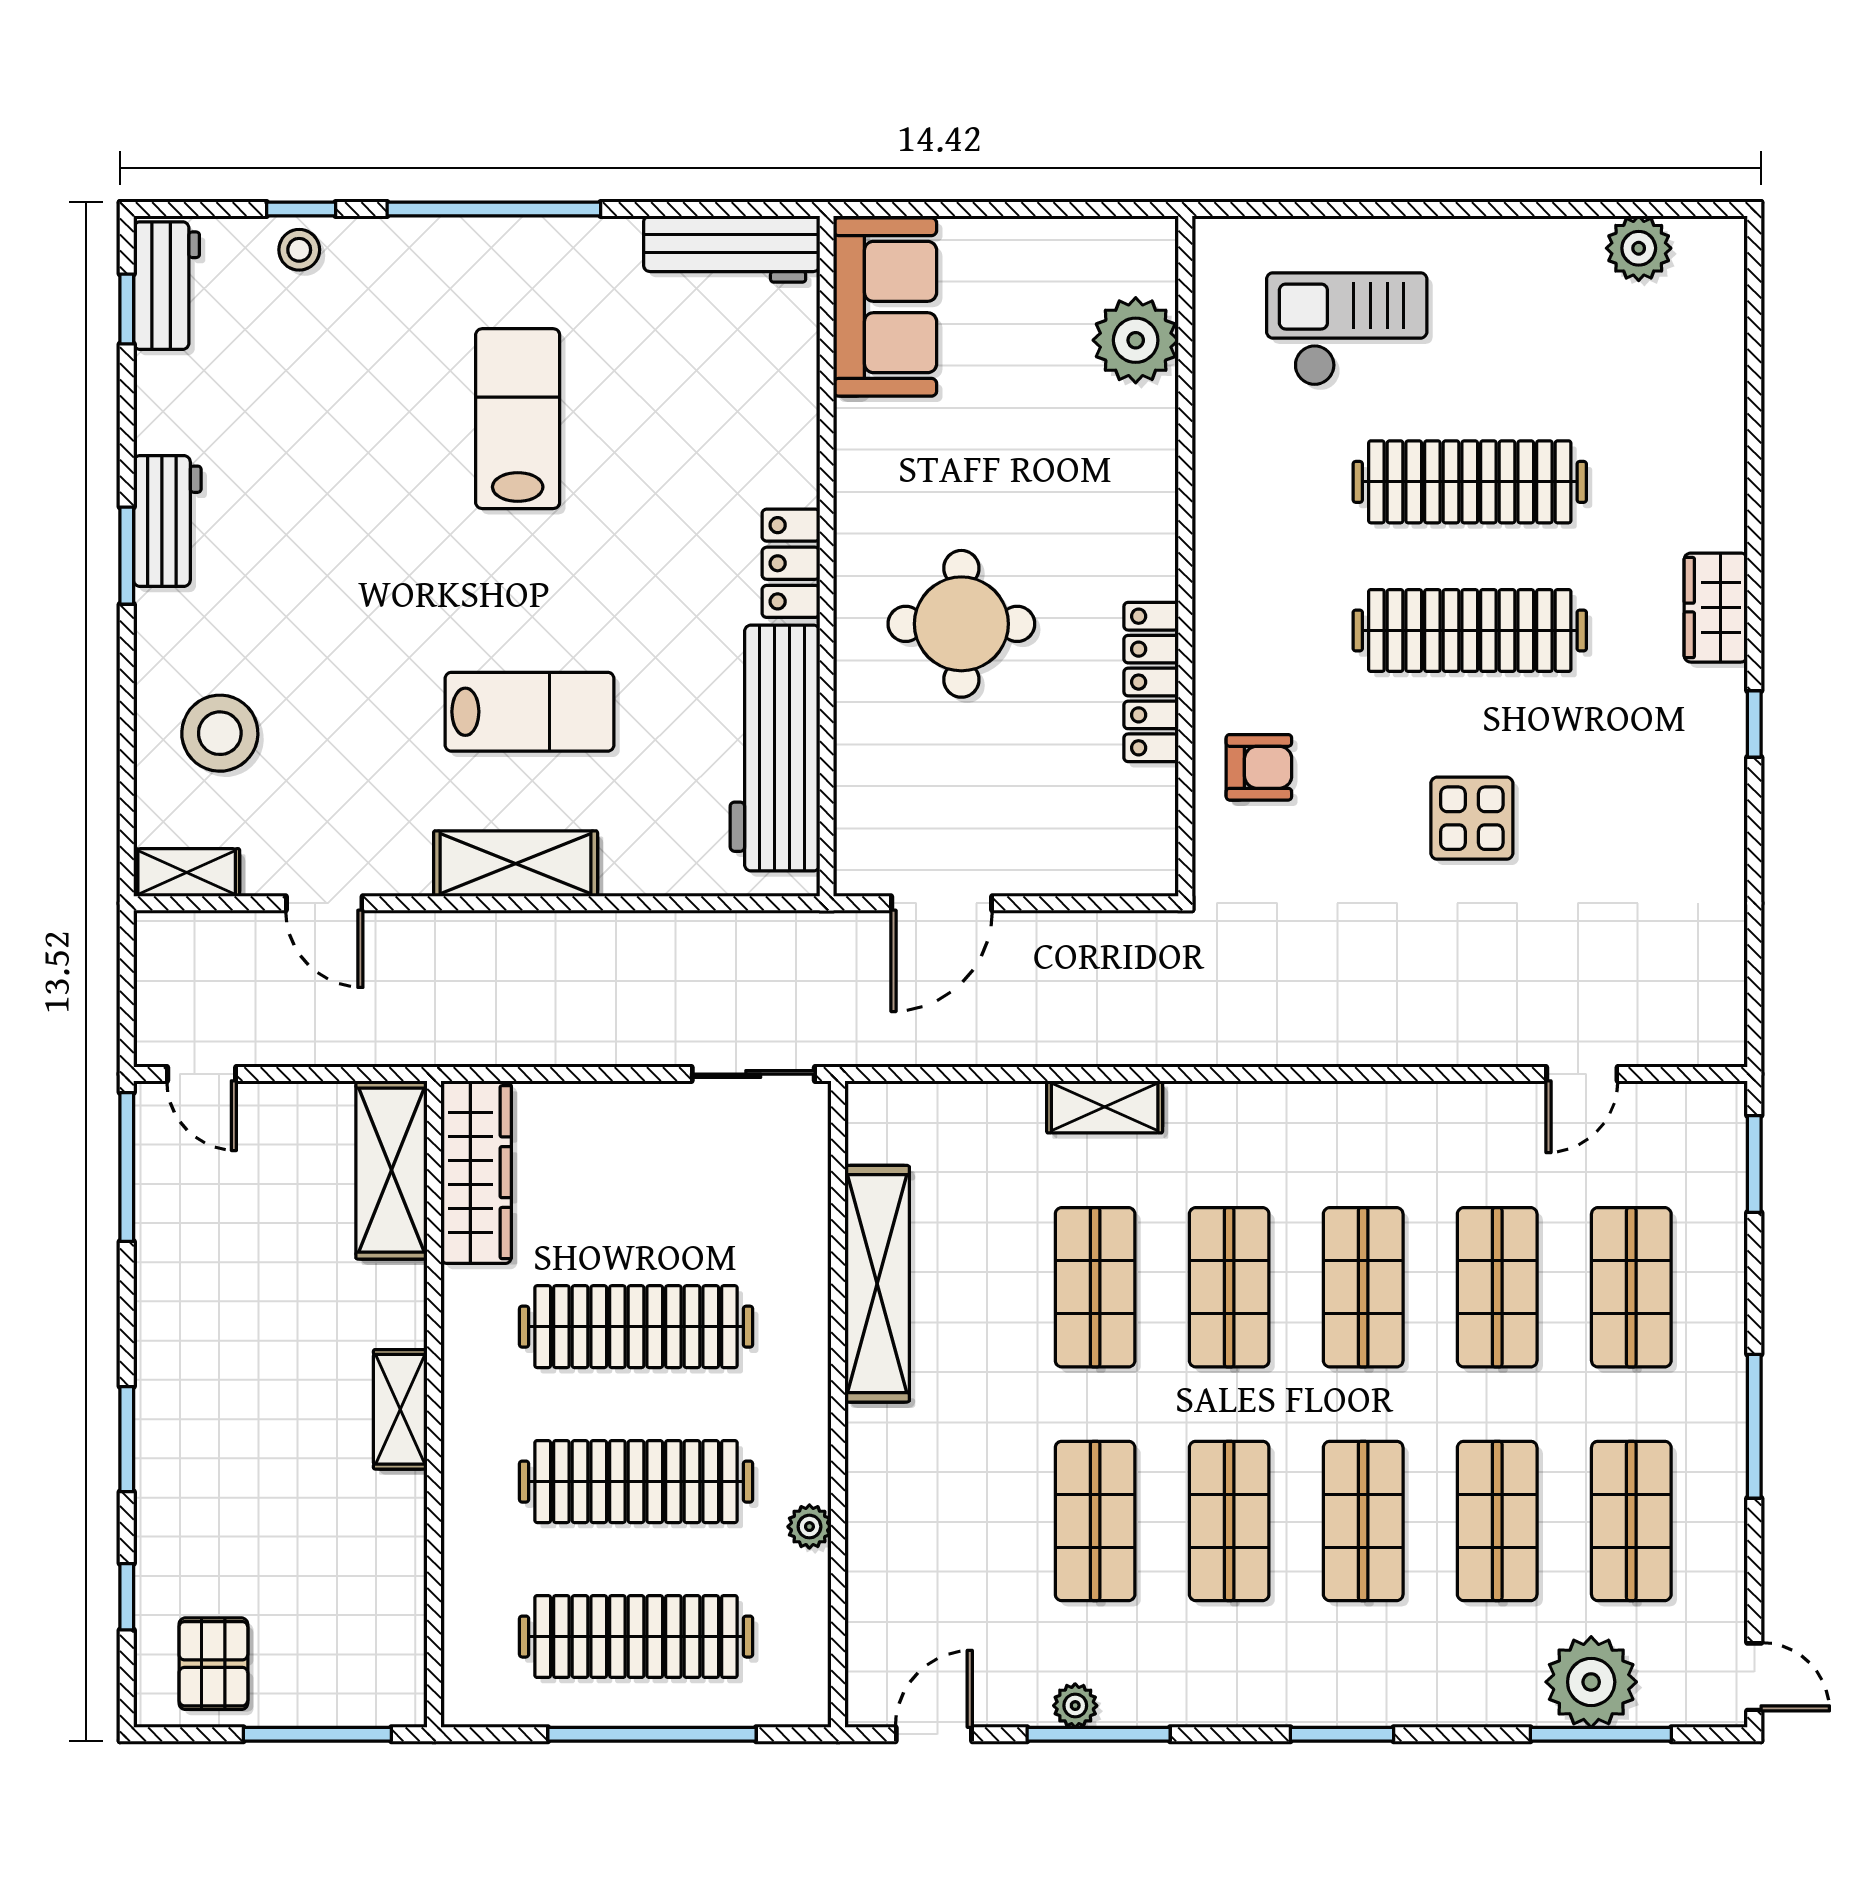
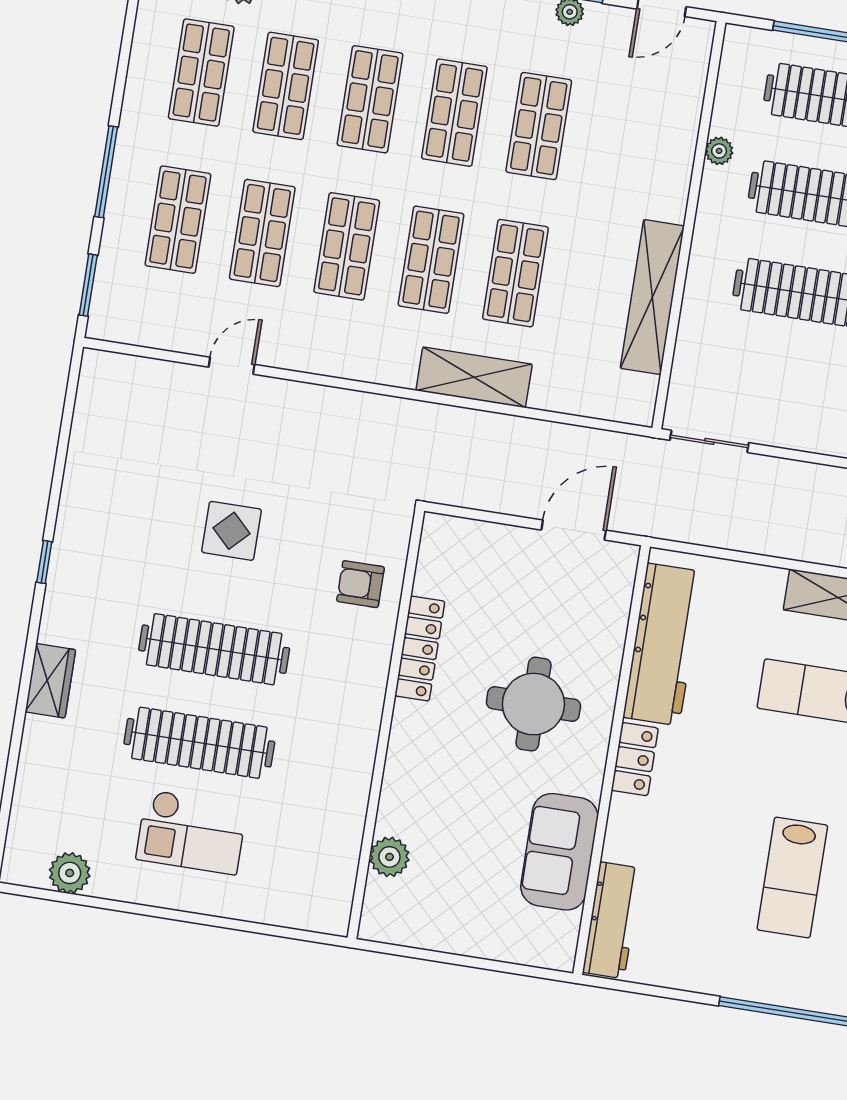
workbench: (732, 249) -> (612, 920), moved, turned 90
sofa: (885, 307) -> (559, 852), moved
checkout: (1347, 329) -> (191, 832), moved
plant: (1136, 340) -> (389, 857), width x0.73, depth x0.73
wardrobe: (1716, 608) -> (50, 681), moved
door: (1582, 1074) -> (232, 366), moved
shelving: (1105, 1107) -> (474, 377), width x1.50, depth x1.33
window: (1754, 1426) -> (106, 172), moved

